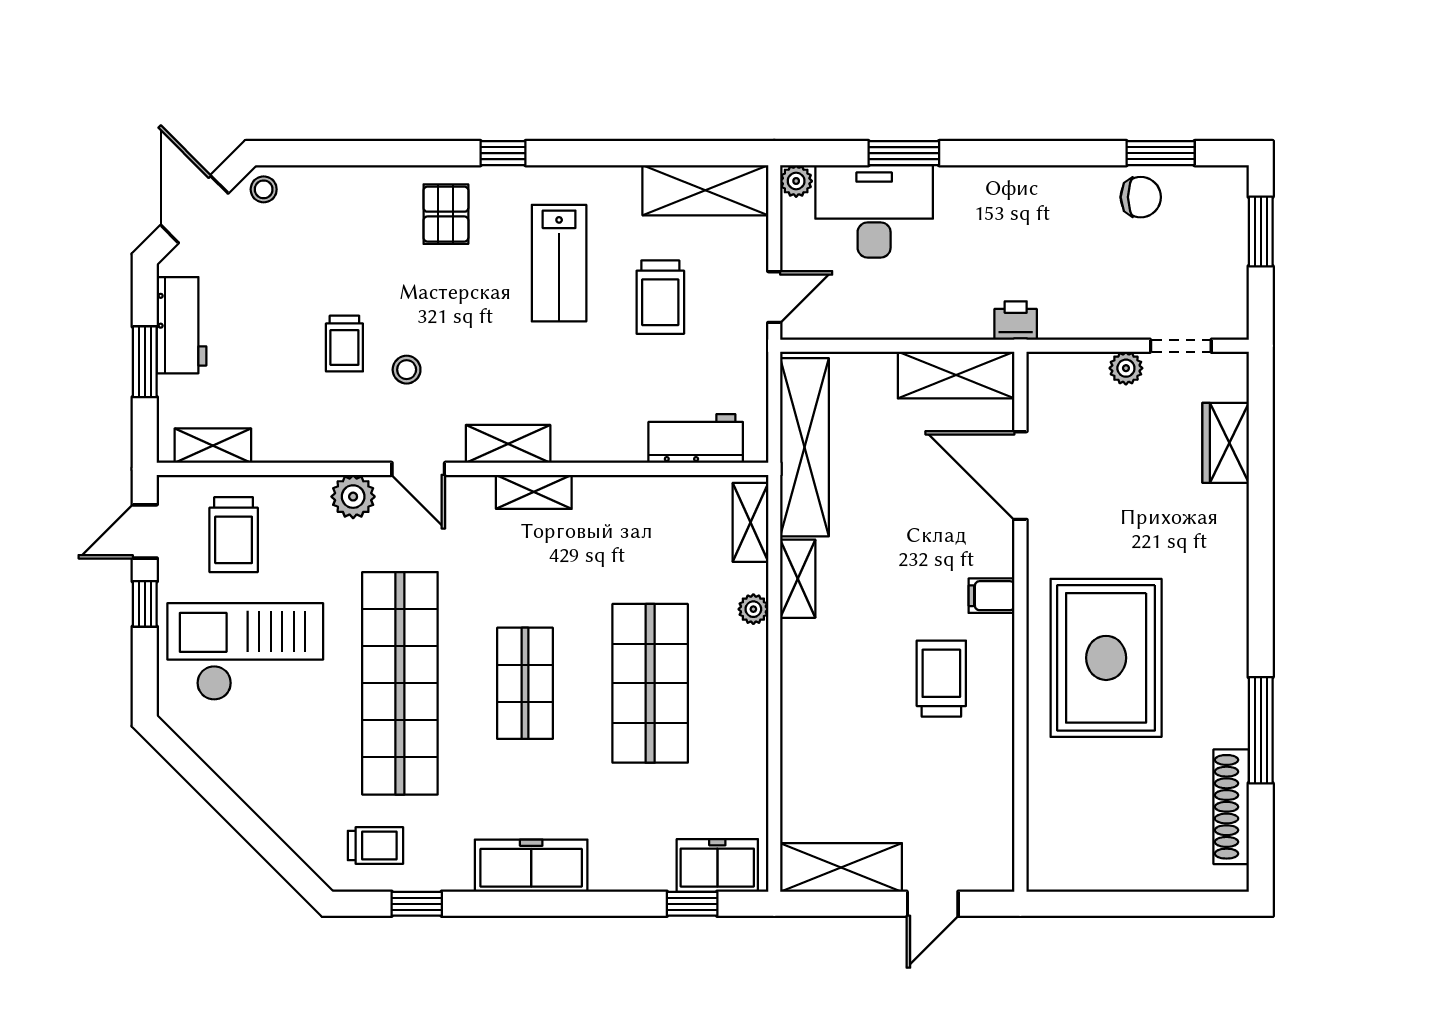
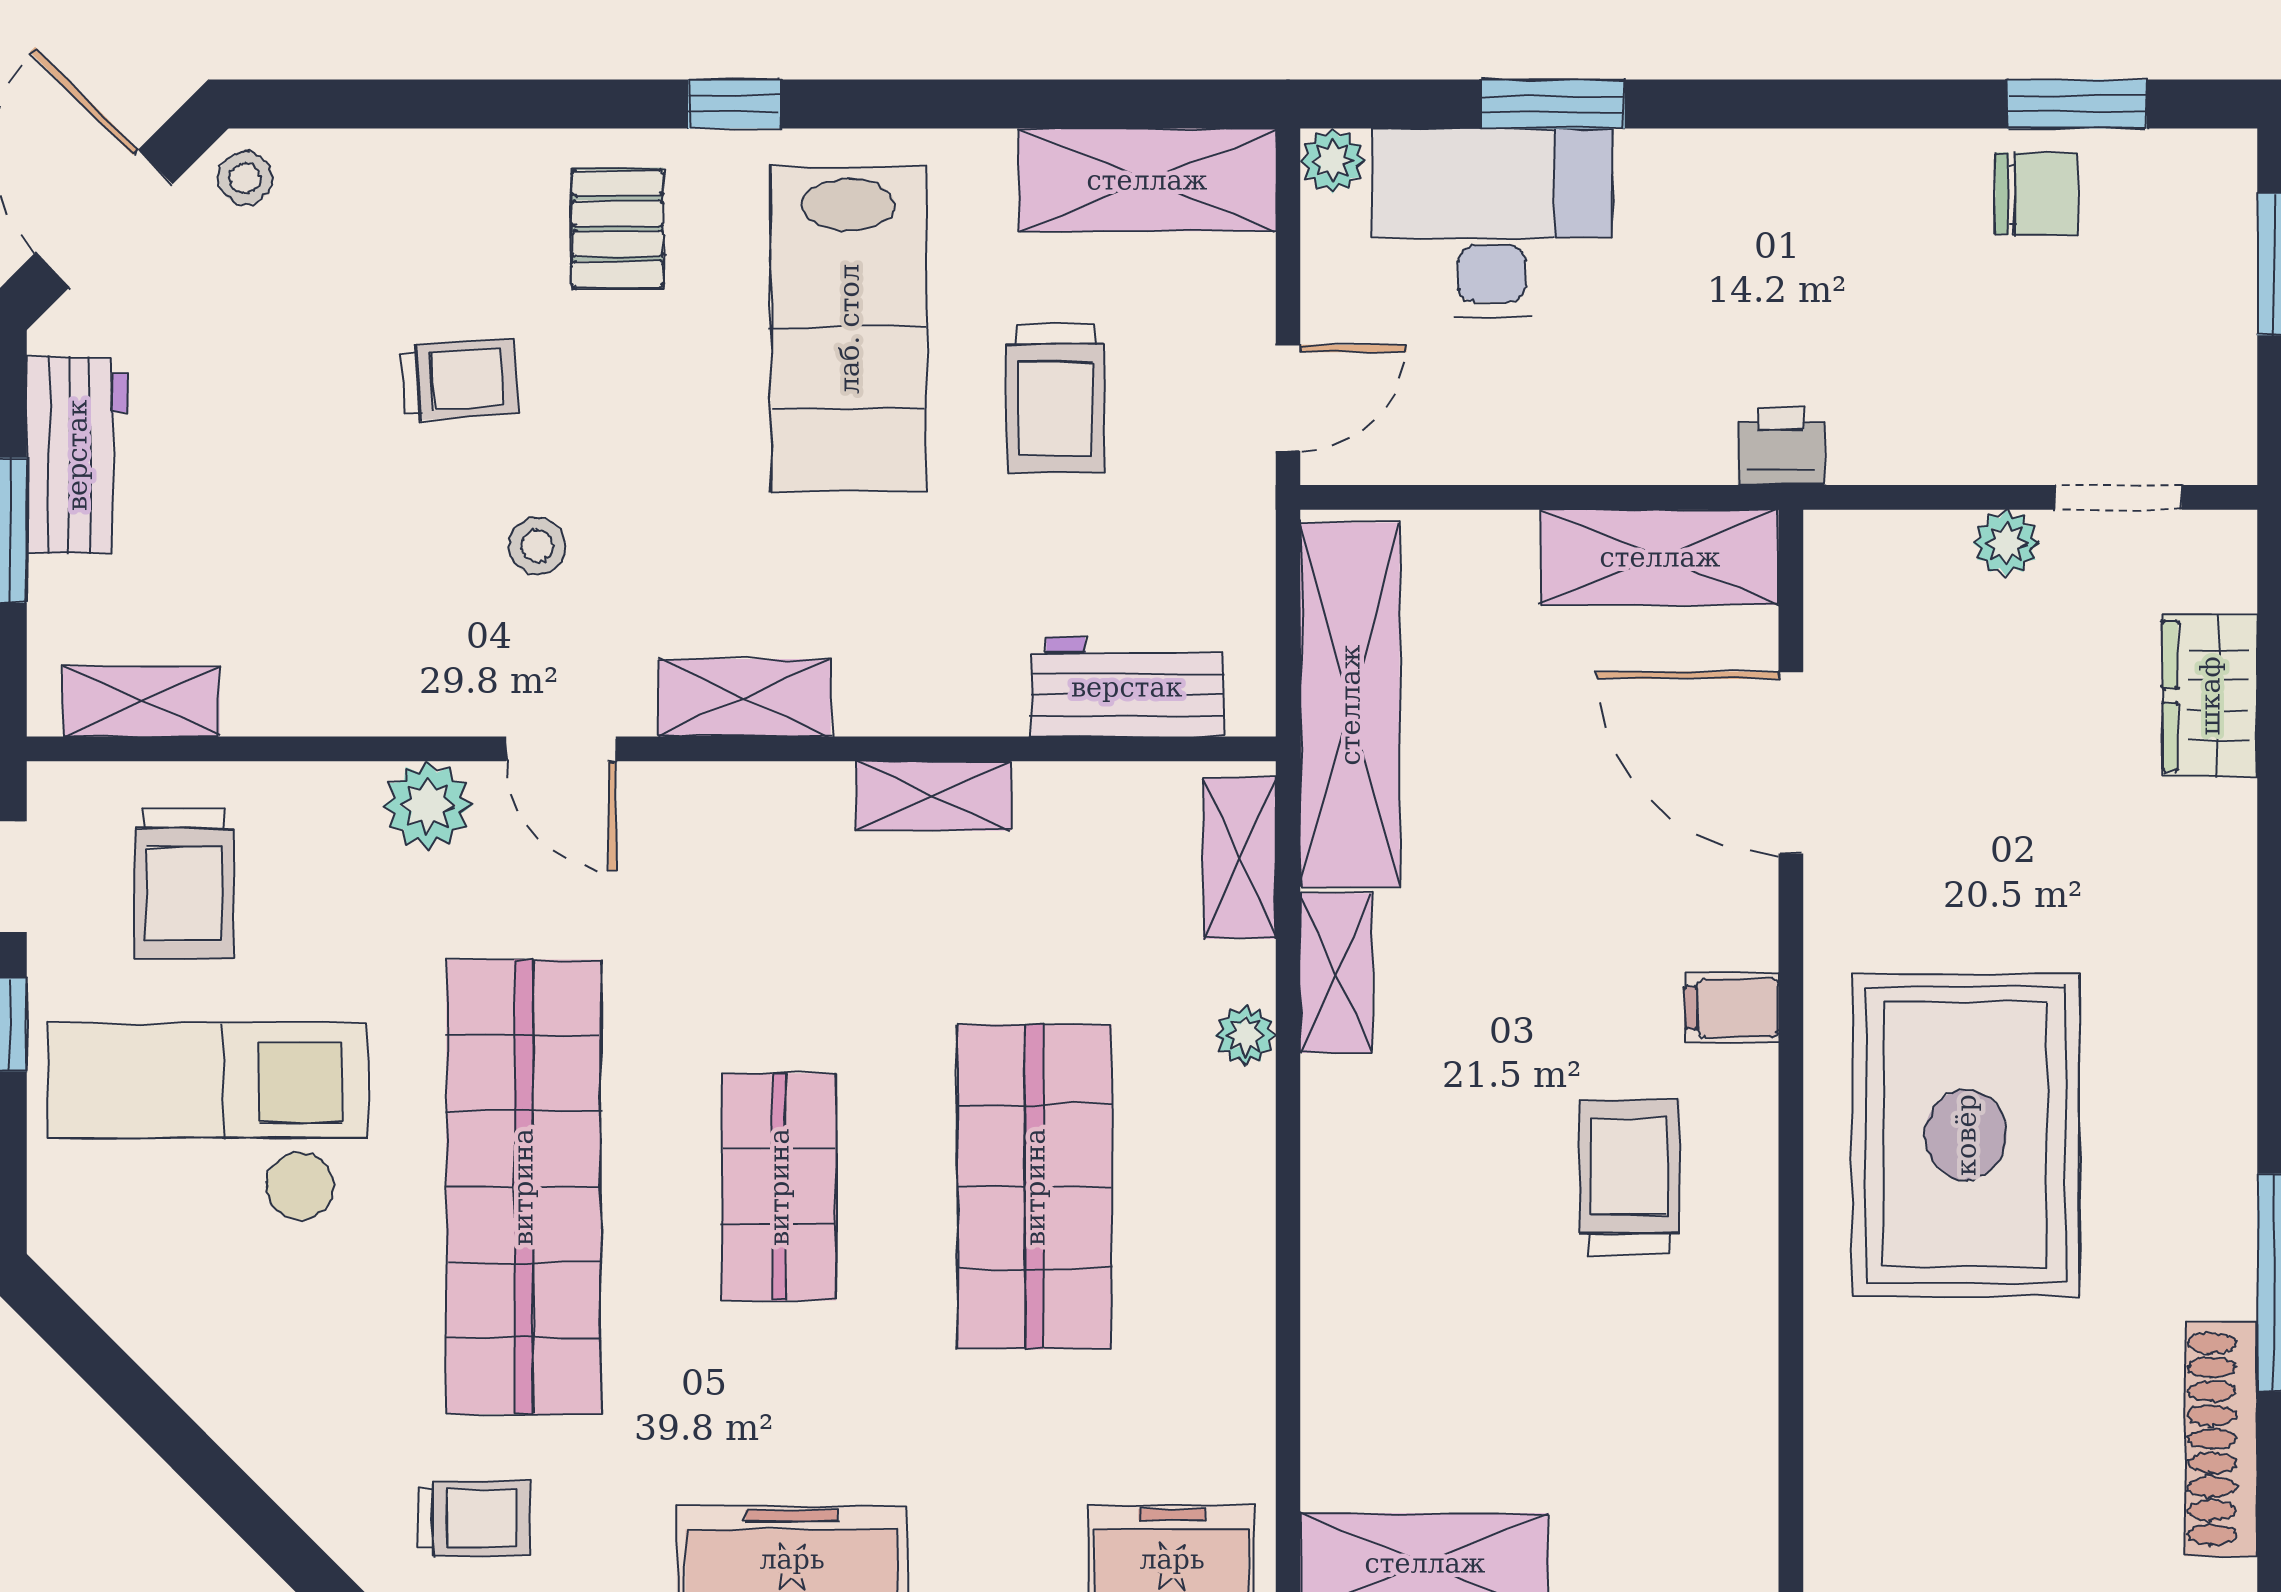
lab bench: (559, 263) -> (849, 329), width x1.36, depth x1.39
trolley: (344, 344) -> (459, 380), moved, turned -94
shelving: (534, 492) -> (933, 796), moved

